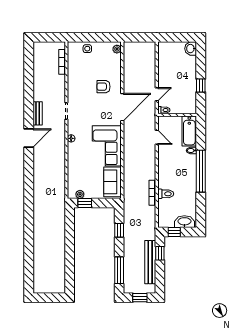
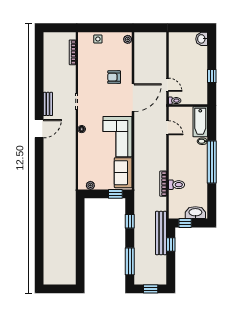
door: (157, 94) -> (168, 85), hinge flipped
window: (85, 203) -> (115, 194), moved
bench: (150, 262) -> (161, 233), moved

